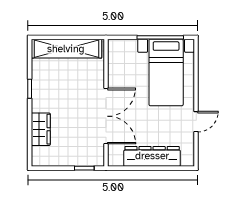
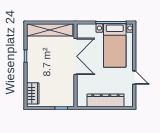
double door: (106, 116) -> (75, 56), moved
door: (196, 122) -> (134, 78), hinge flipped
wardrobe: (41, 129) -> (33, 93), moved

